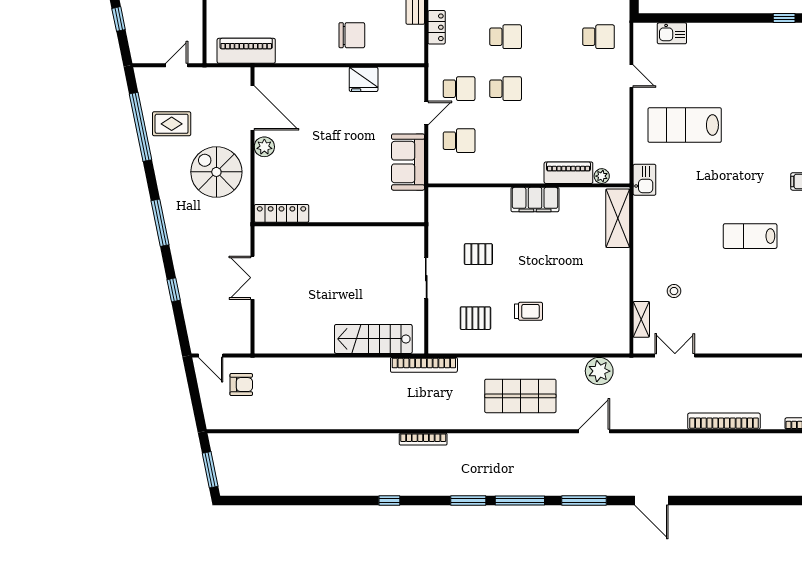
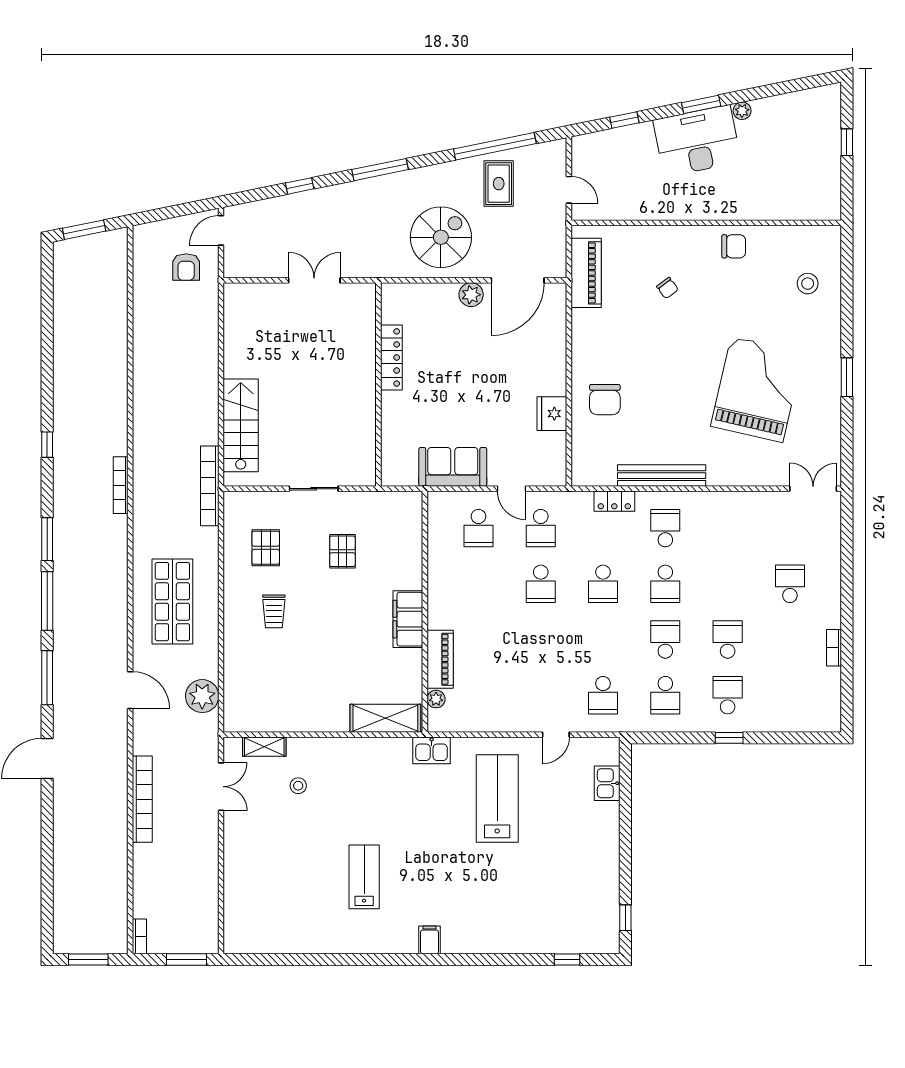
locker: (281, 213) -> (391, 357), moved
bookcase: (724, 421) -> (142, 799), moved

